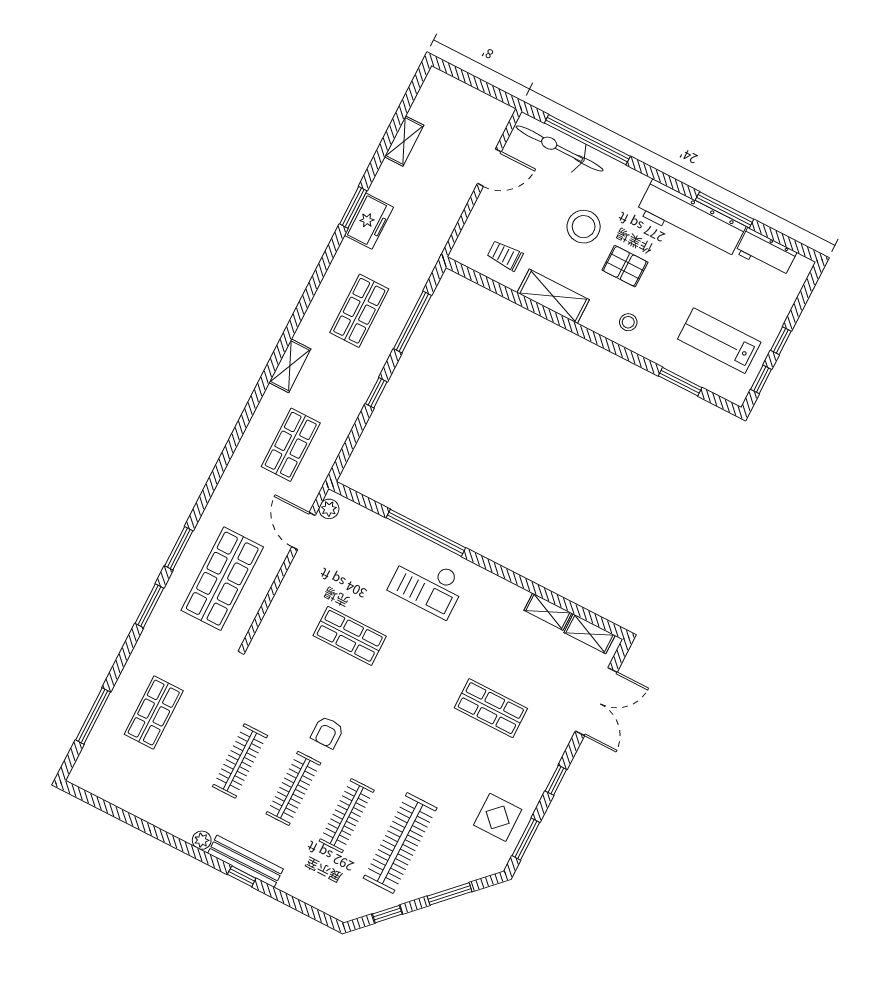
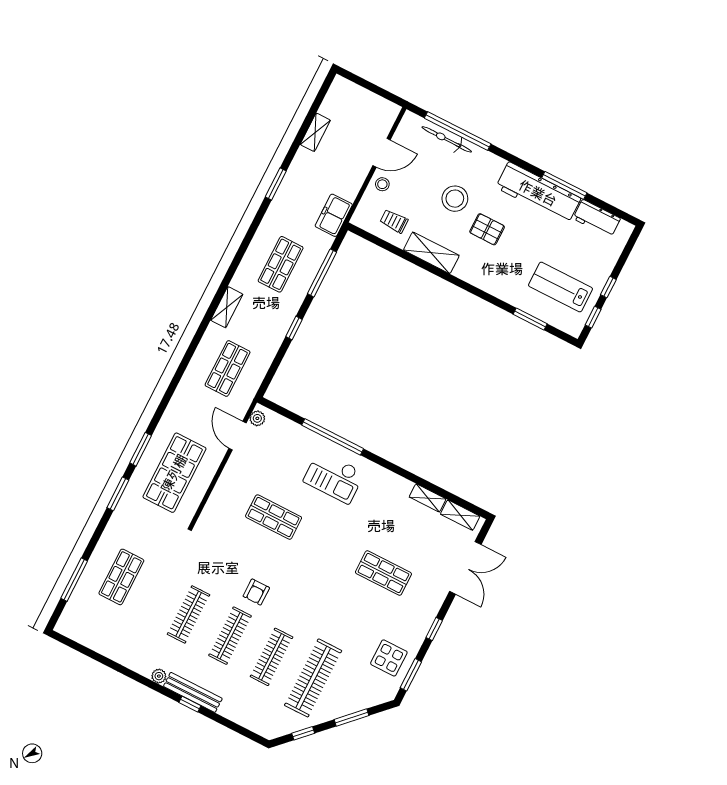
bicycle: (560, 148) -> (447, 139), width x0.73, depth x0.71
freezer: (369, 221) -> (334, 215), moved, turned 180
stool: (628, 322) -> (382, 184), moved

